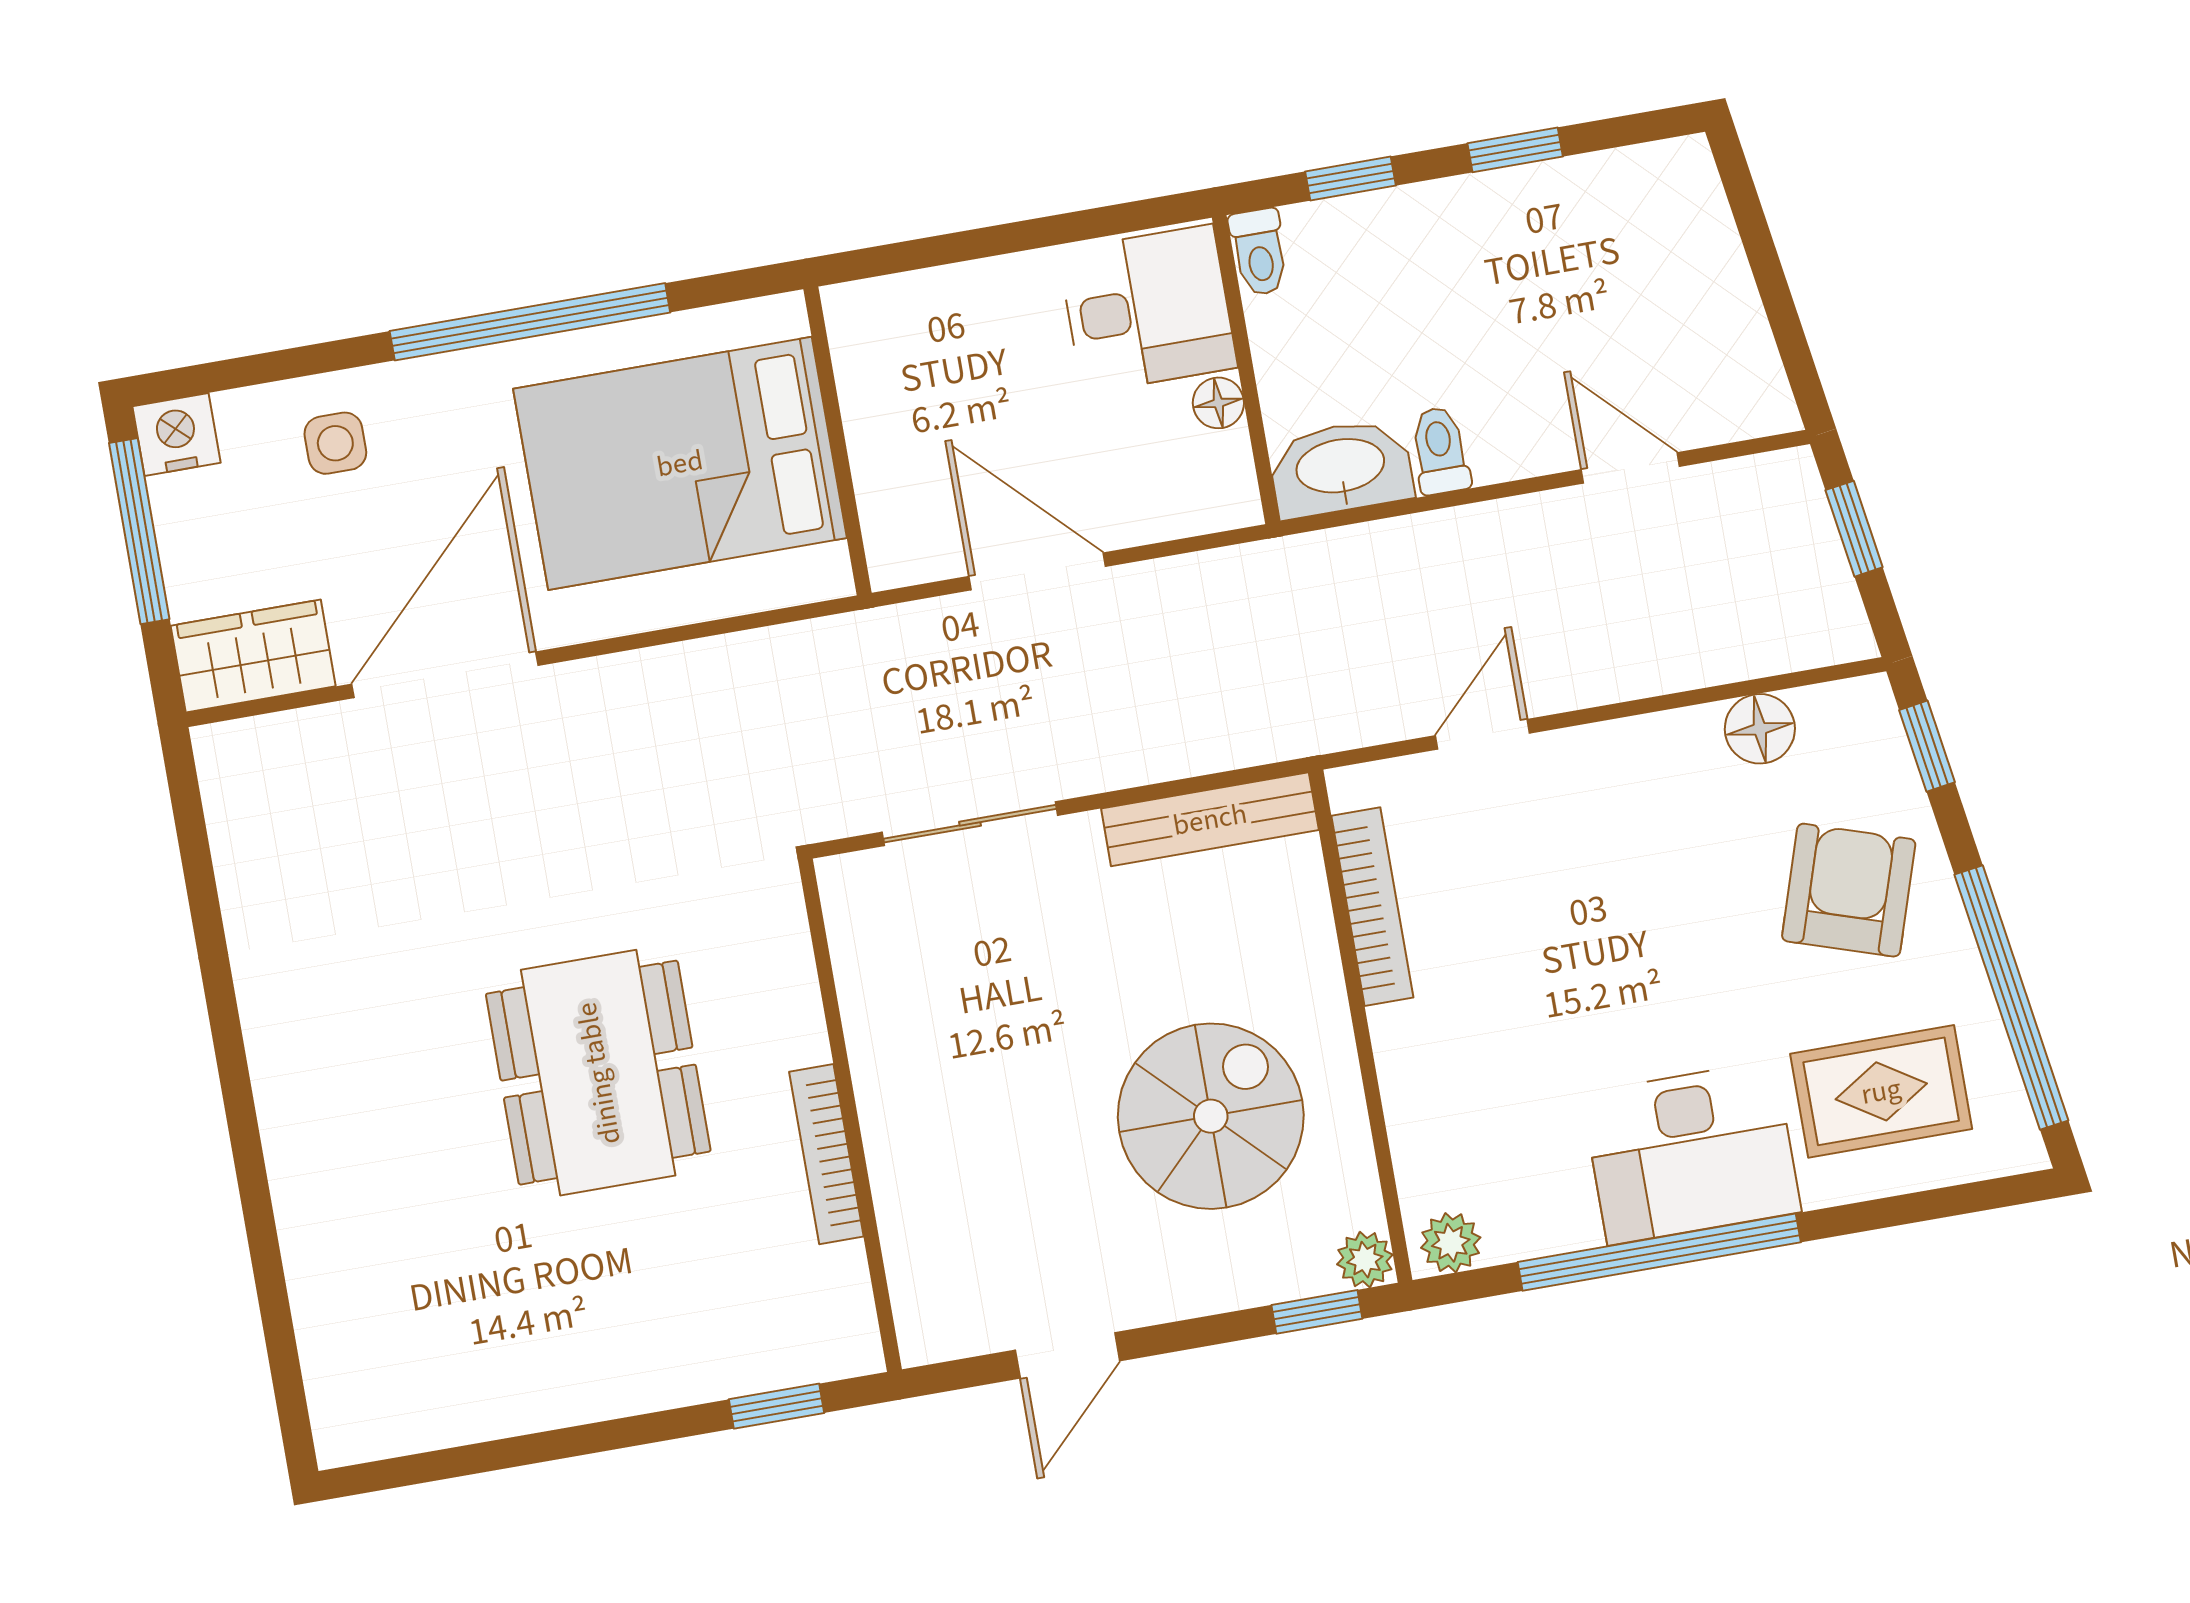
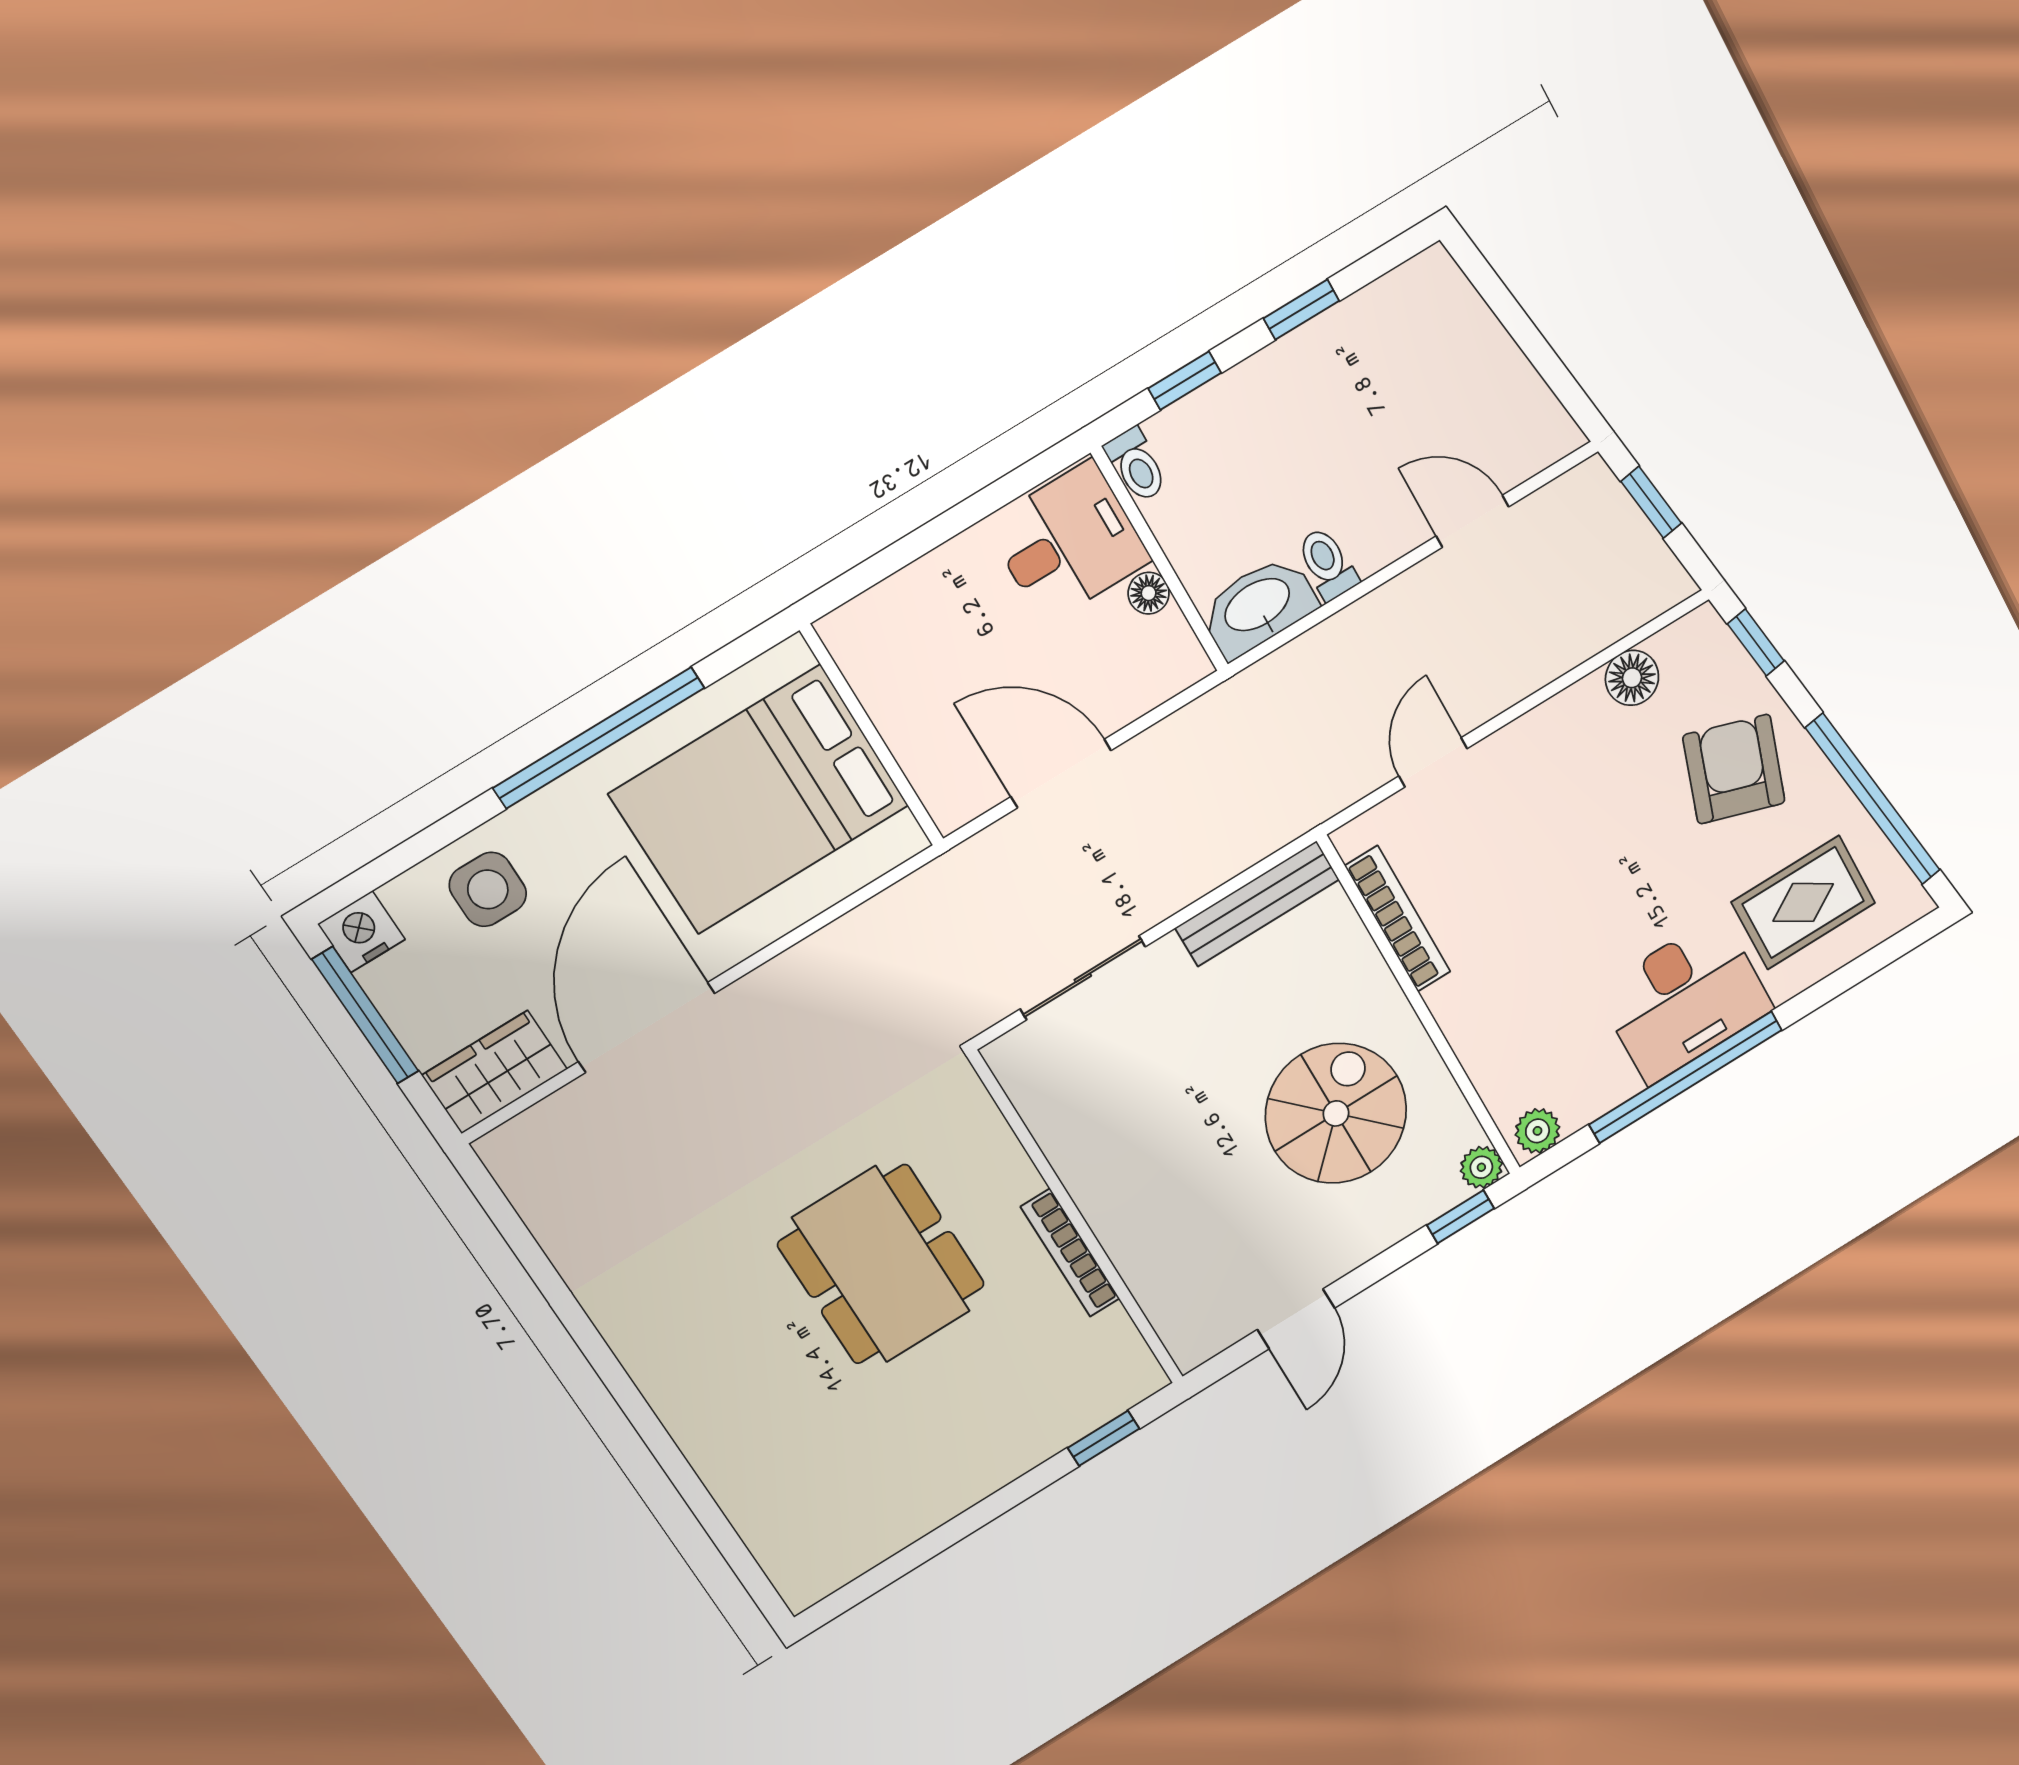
side table: (335, 443) -> (488, 889), width x1.37, depth x1.37

